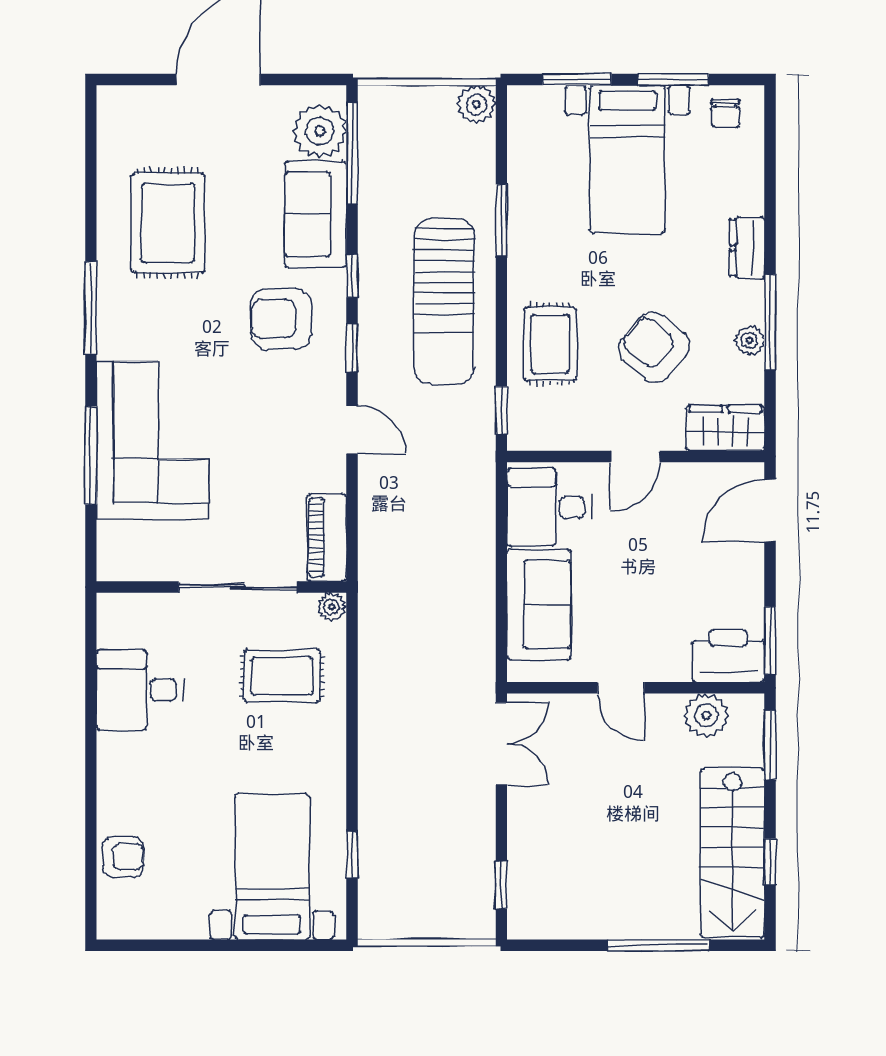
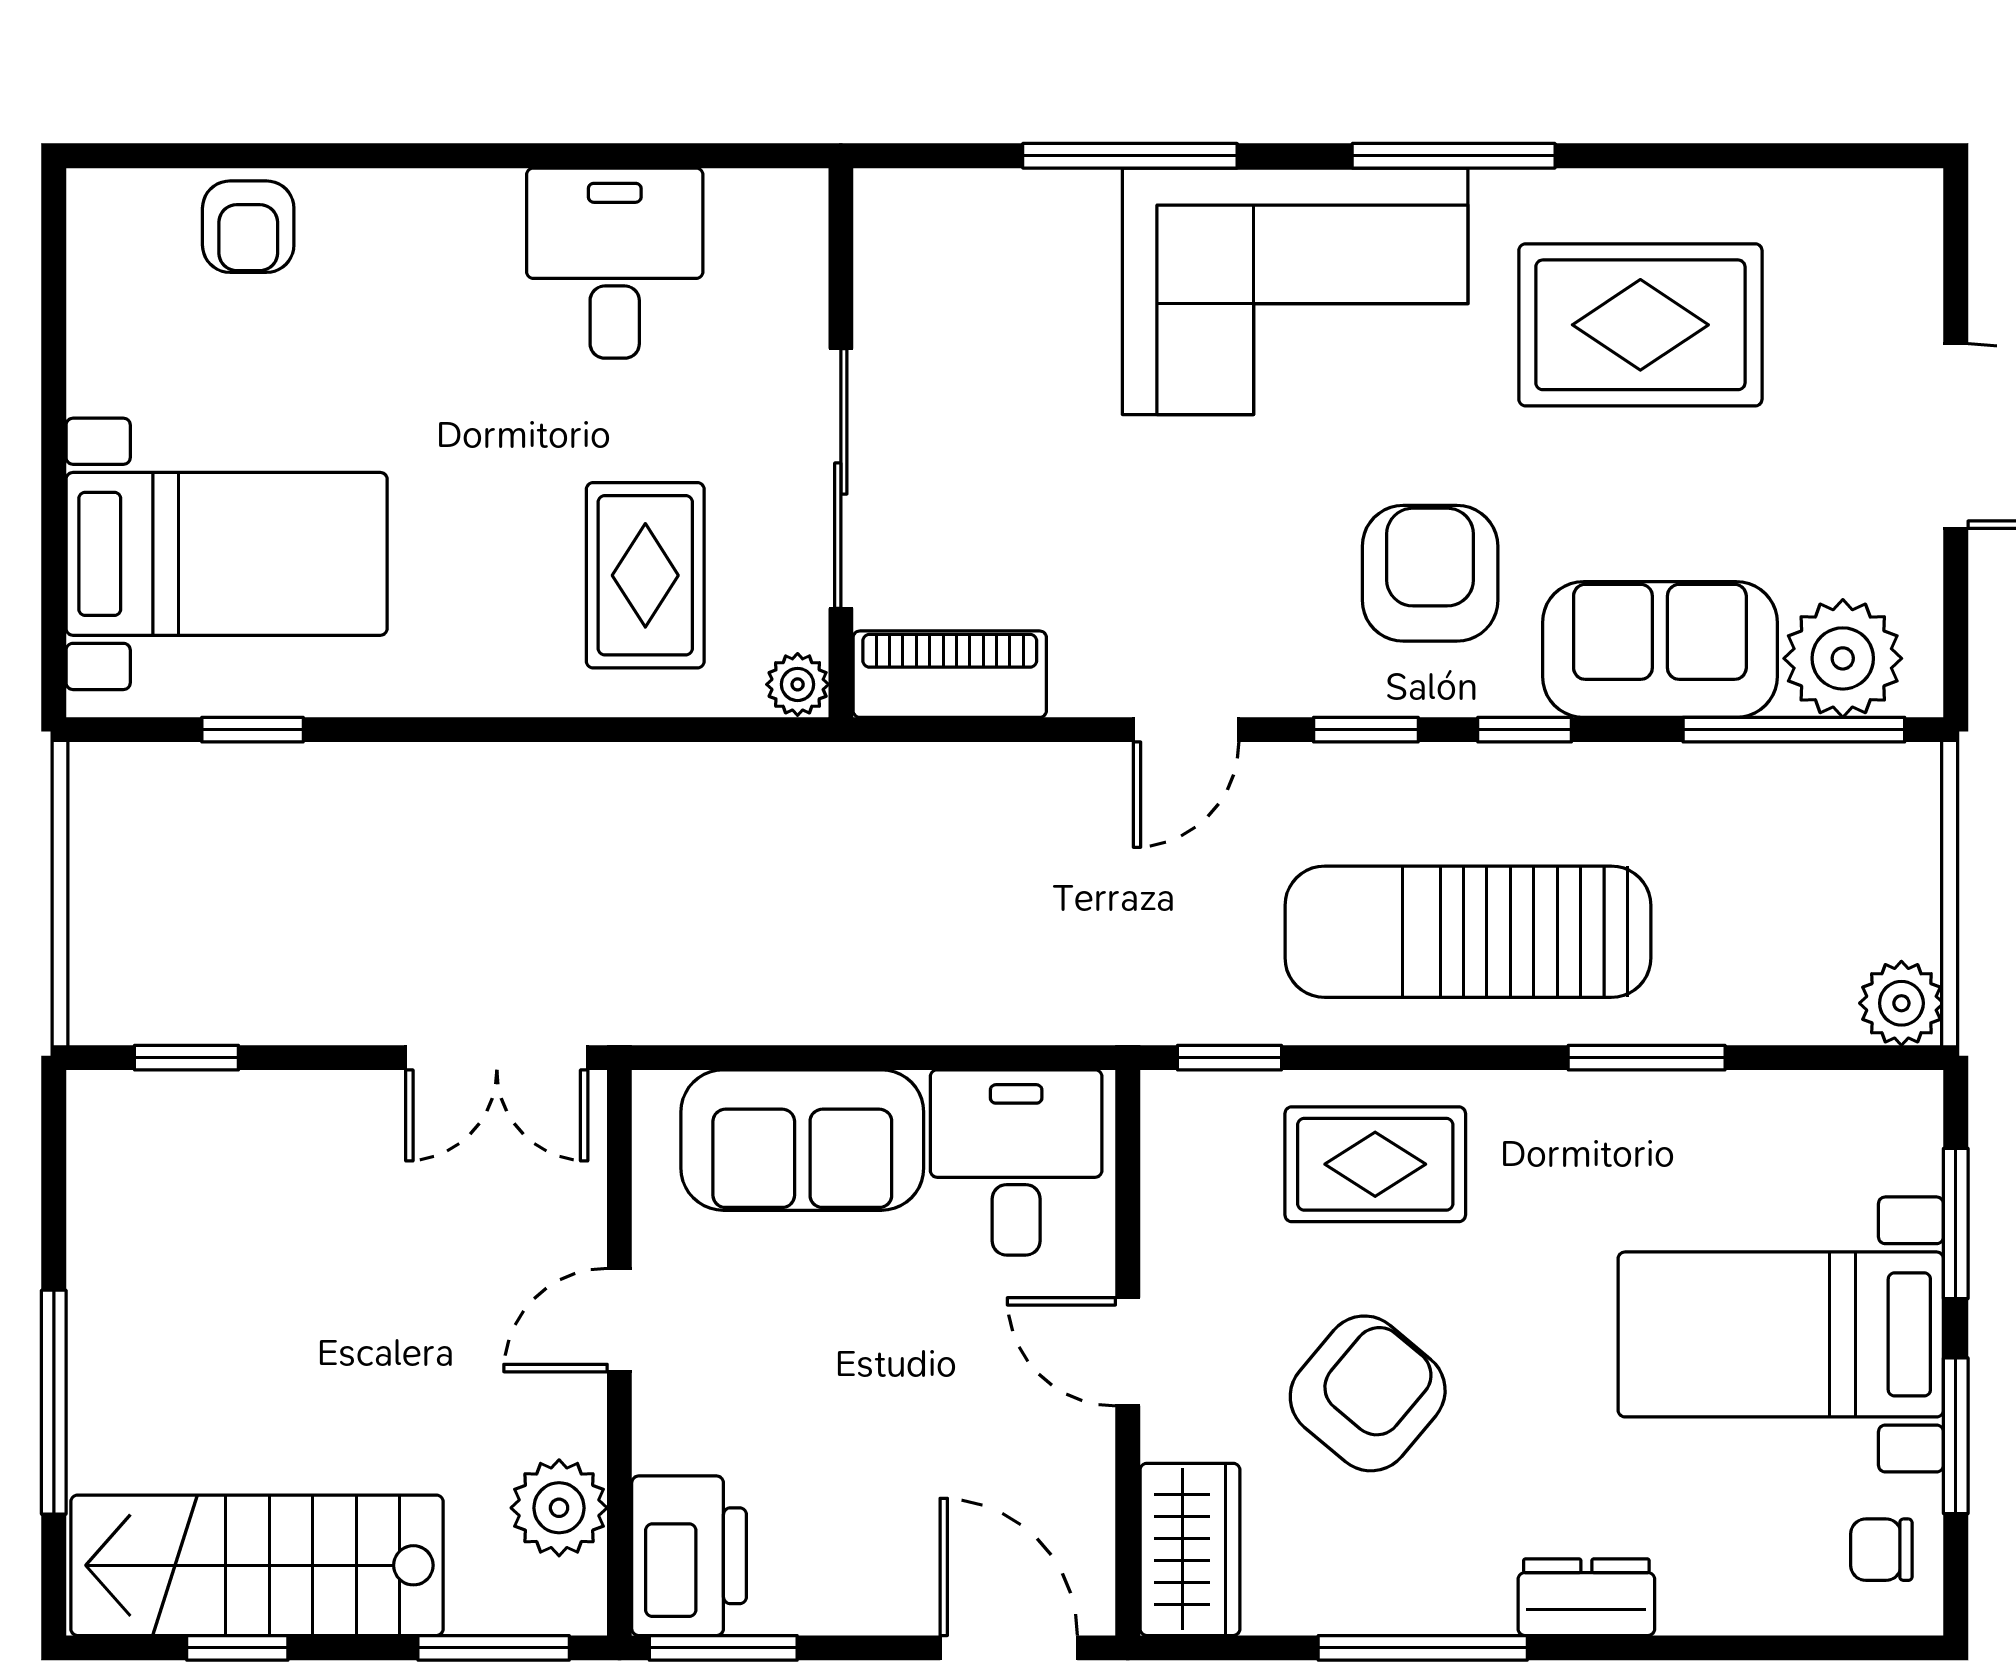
plant: (749, 340) -> (1383, 1603), removed
corner sofa: (153, 440) -> (1295, 291), moved

